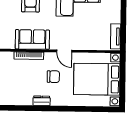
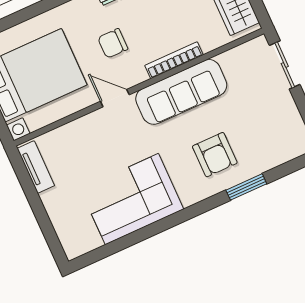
sofa: (32, 39) -> (181, 92), width x1.36

